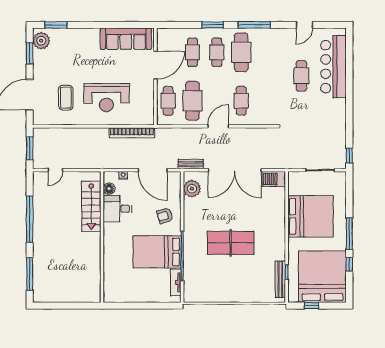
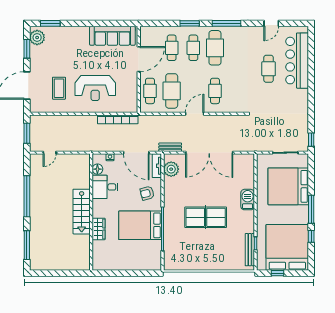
barbecue: (274, 179) -> (248, 200), moved, turned 90
stairs: (91, 206) -> (82, 212), moved
bed: (311, 216) -> (288, 186), moved, turned 180
wardrobe: (110, 256) -> (99, 229), added
tv unit: (176, 282) -> (157, 166), moved

